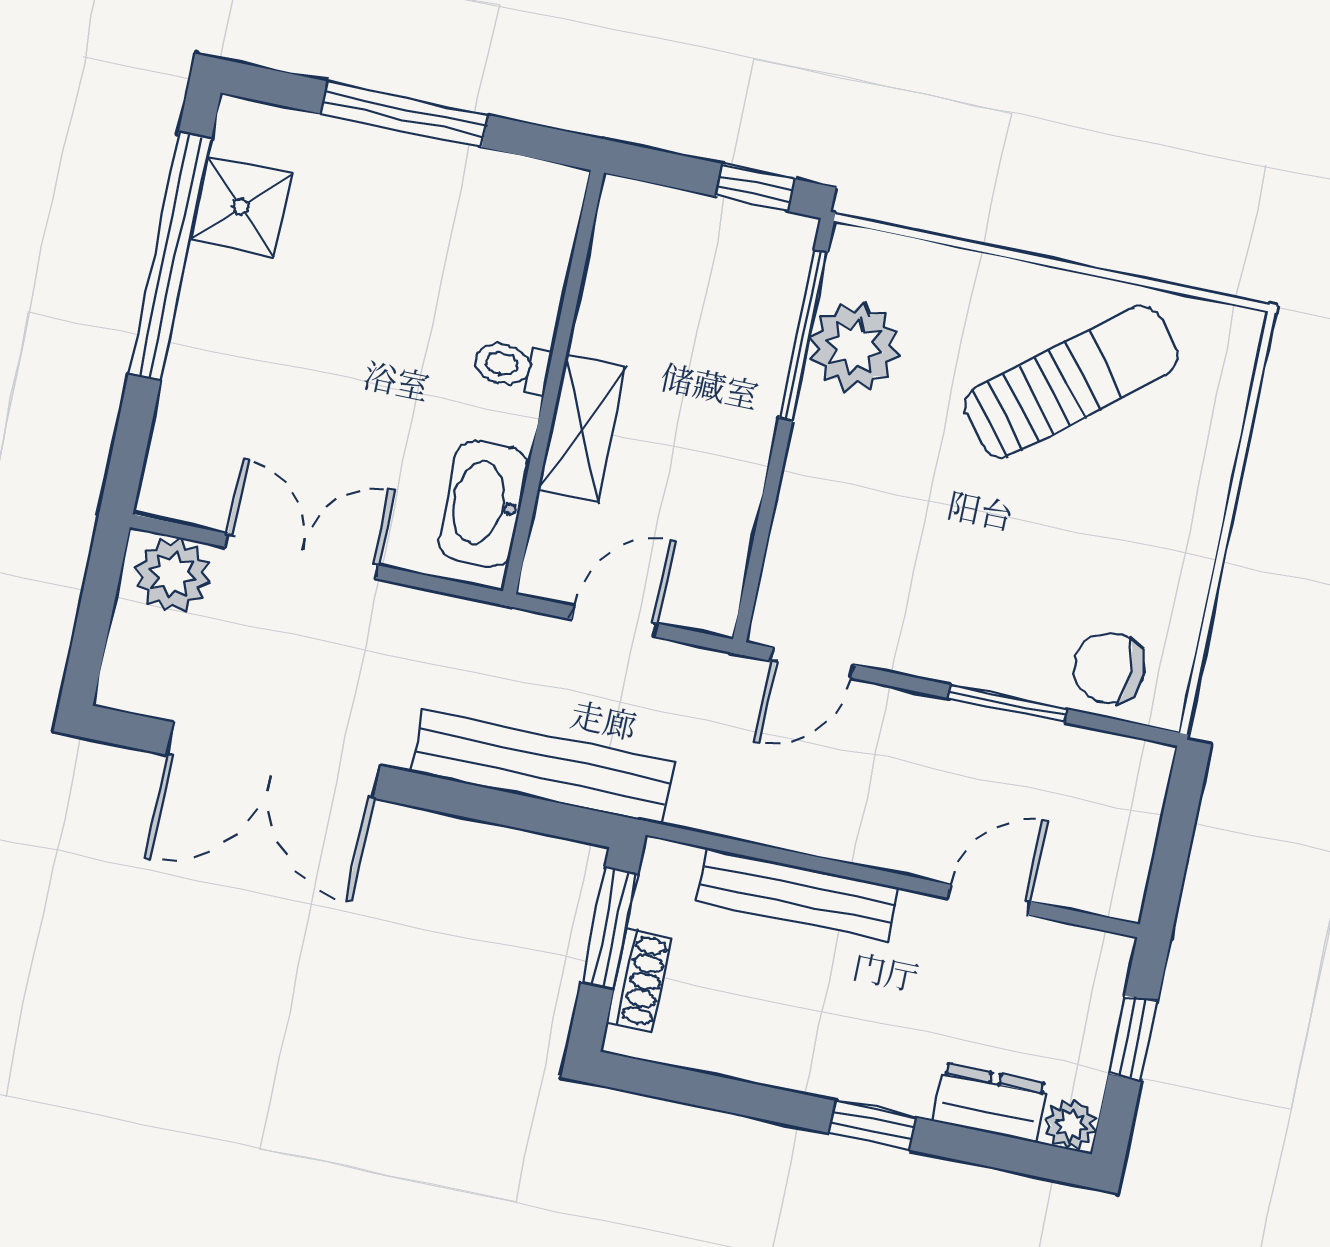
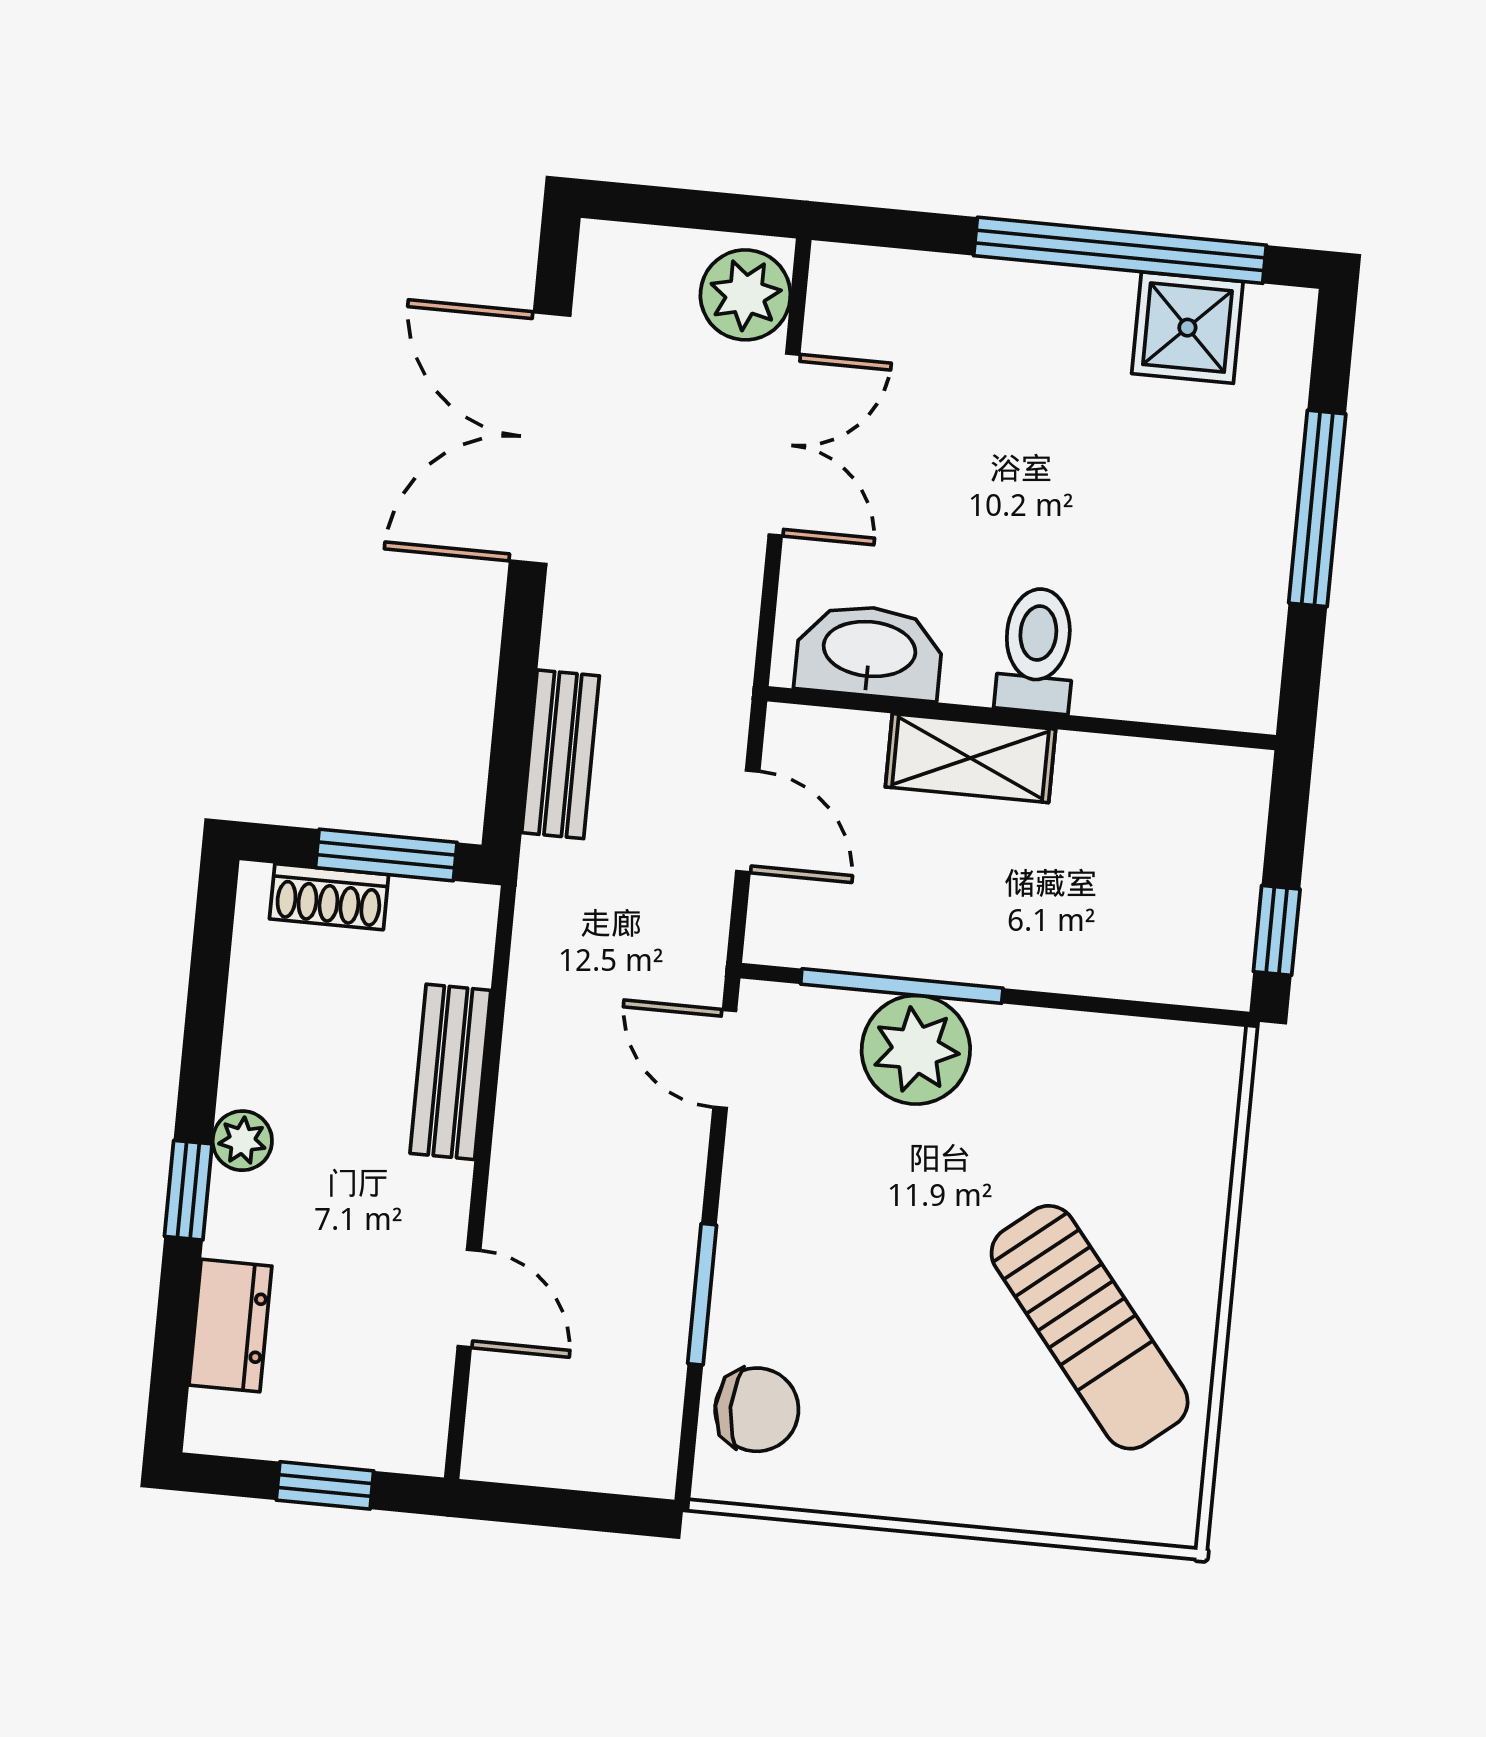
window: (803, 335) -> (902, 986), moved
plant: (854, 347) -> (916, 1050), moved
toilet: (512, 366) -> (1037, 650), width x1.37, depth x1.39
chair: (1109, 668) -> (757, 1410), turned 90
bench: (542, 767) -> (560, 754), width x0.54, depth x0.82
bench: (797, 894) -> (450, 1072), width x0.73
plant: (1071, 1125) -> (242, 1141), moved

